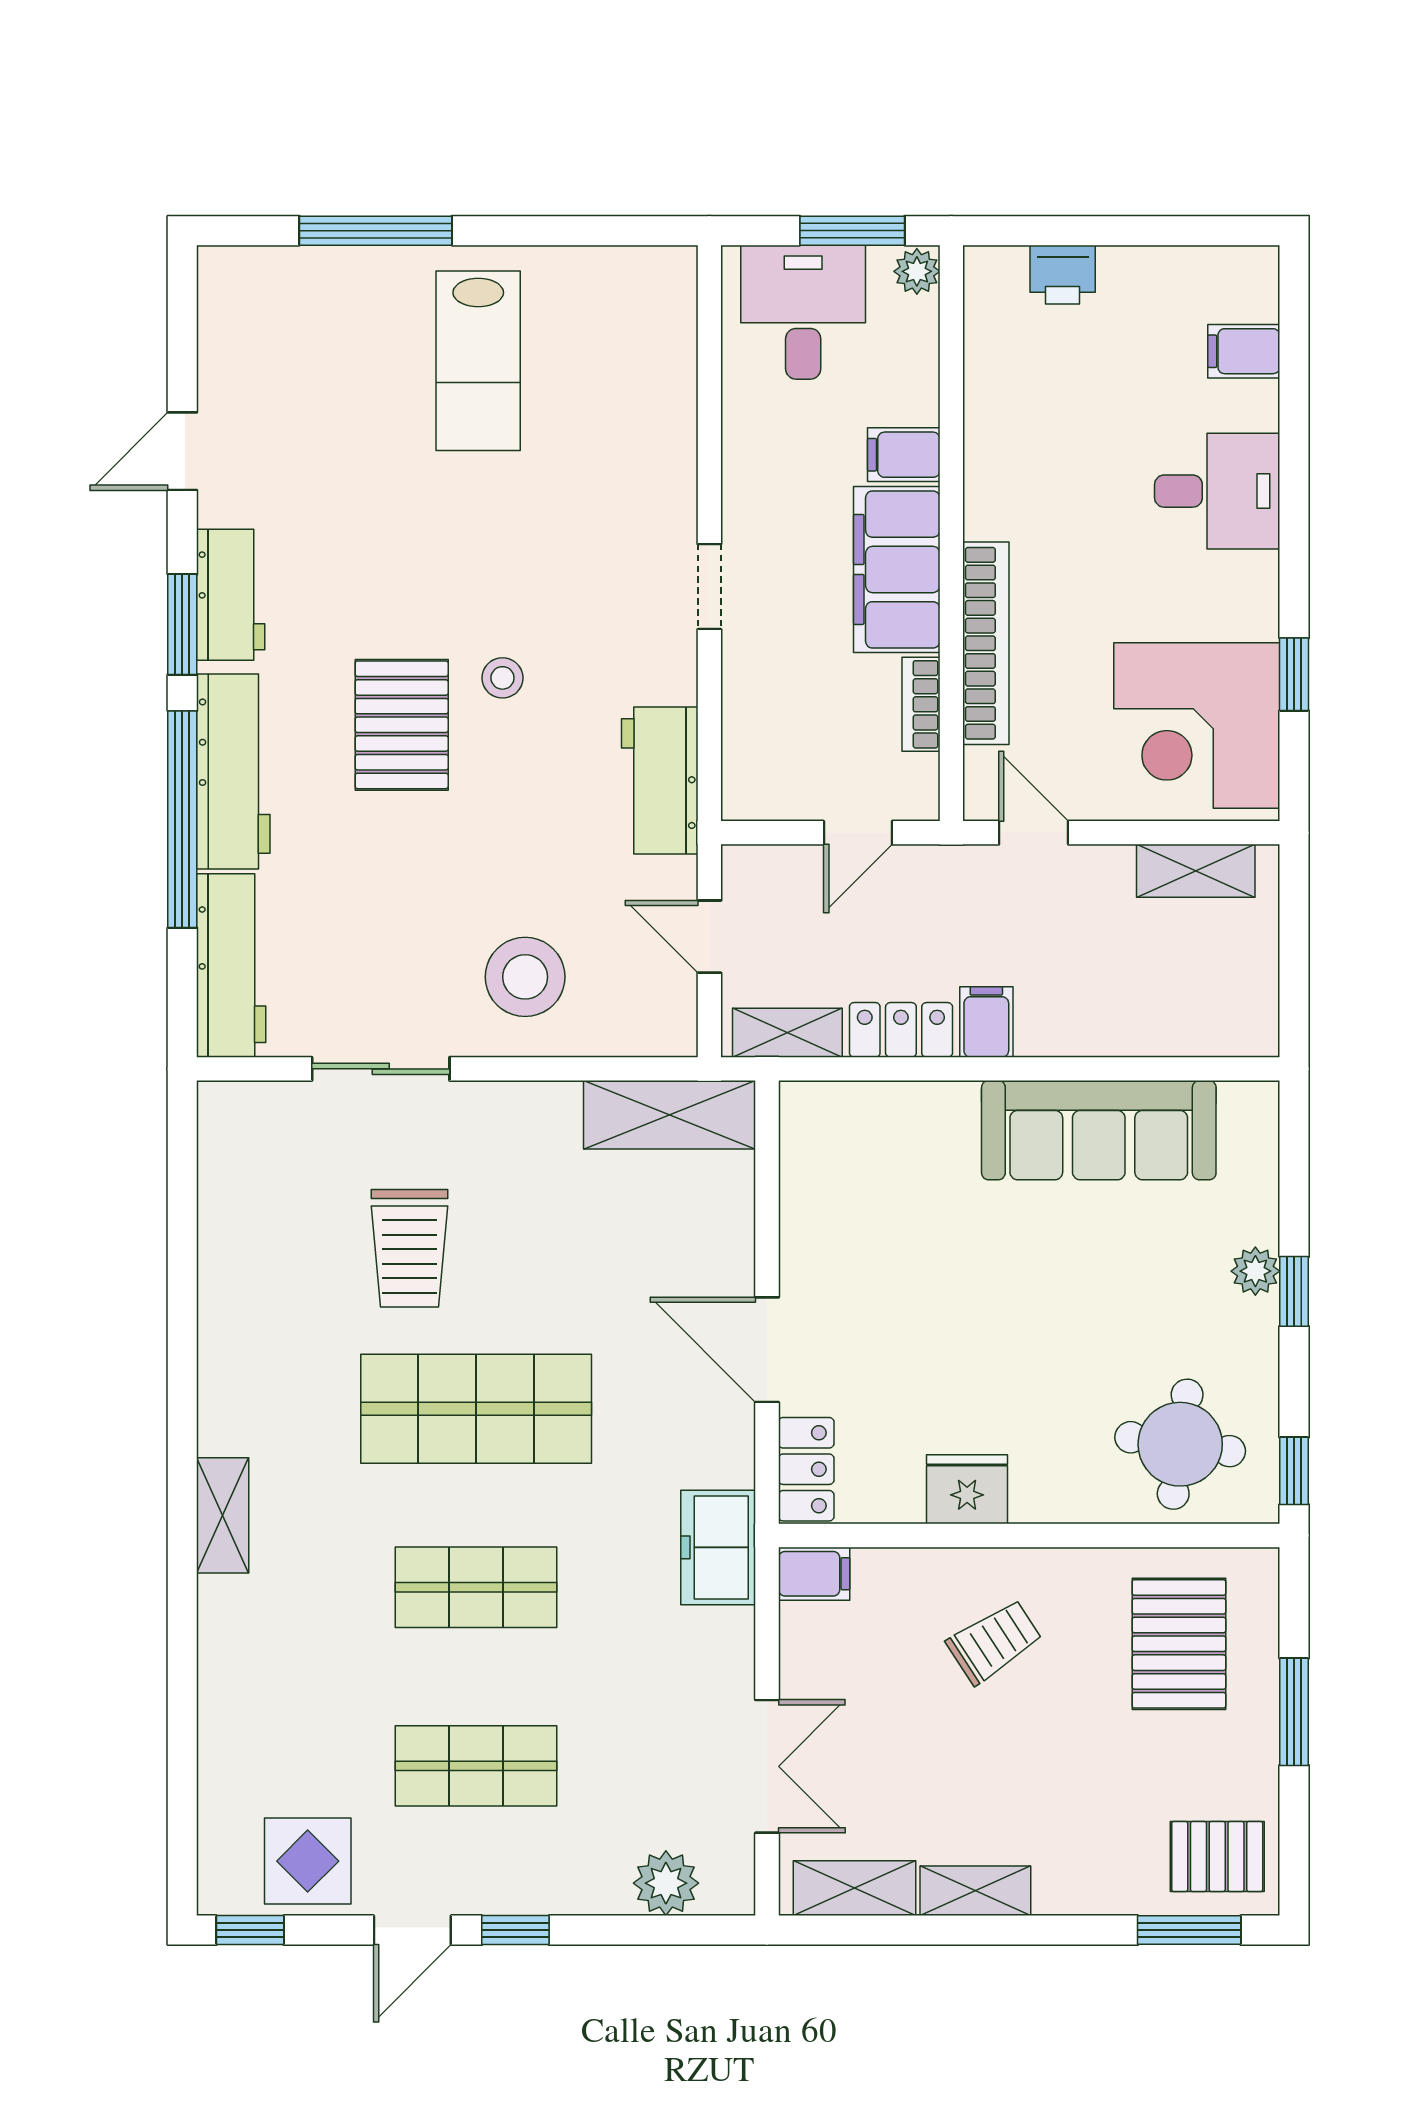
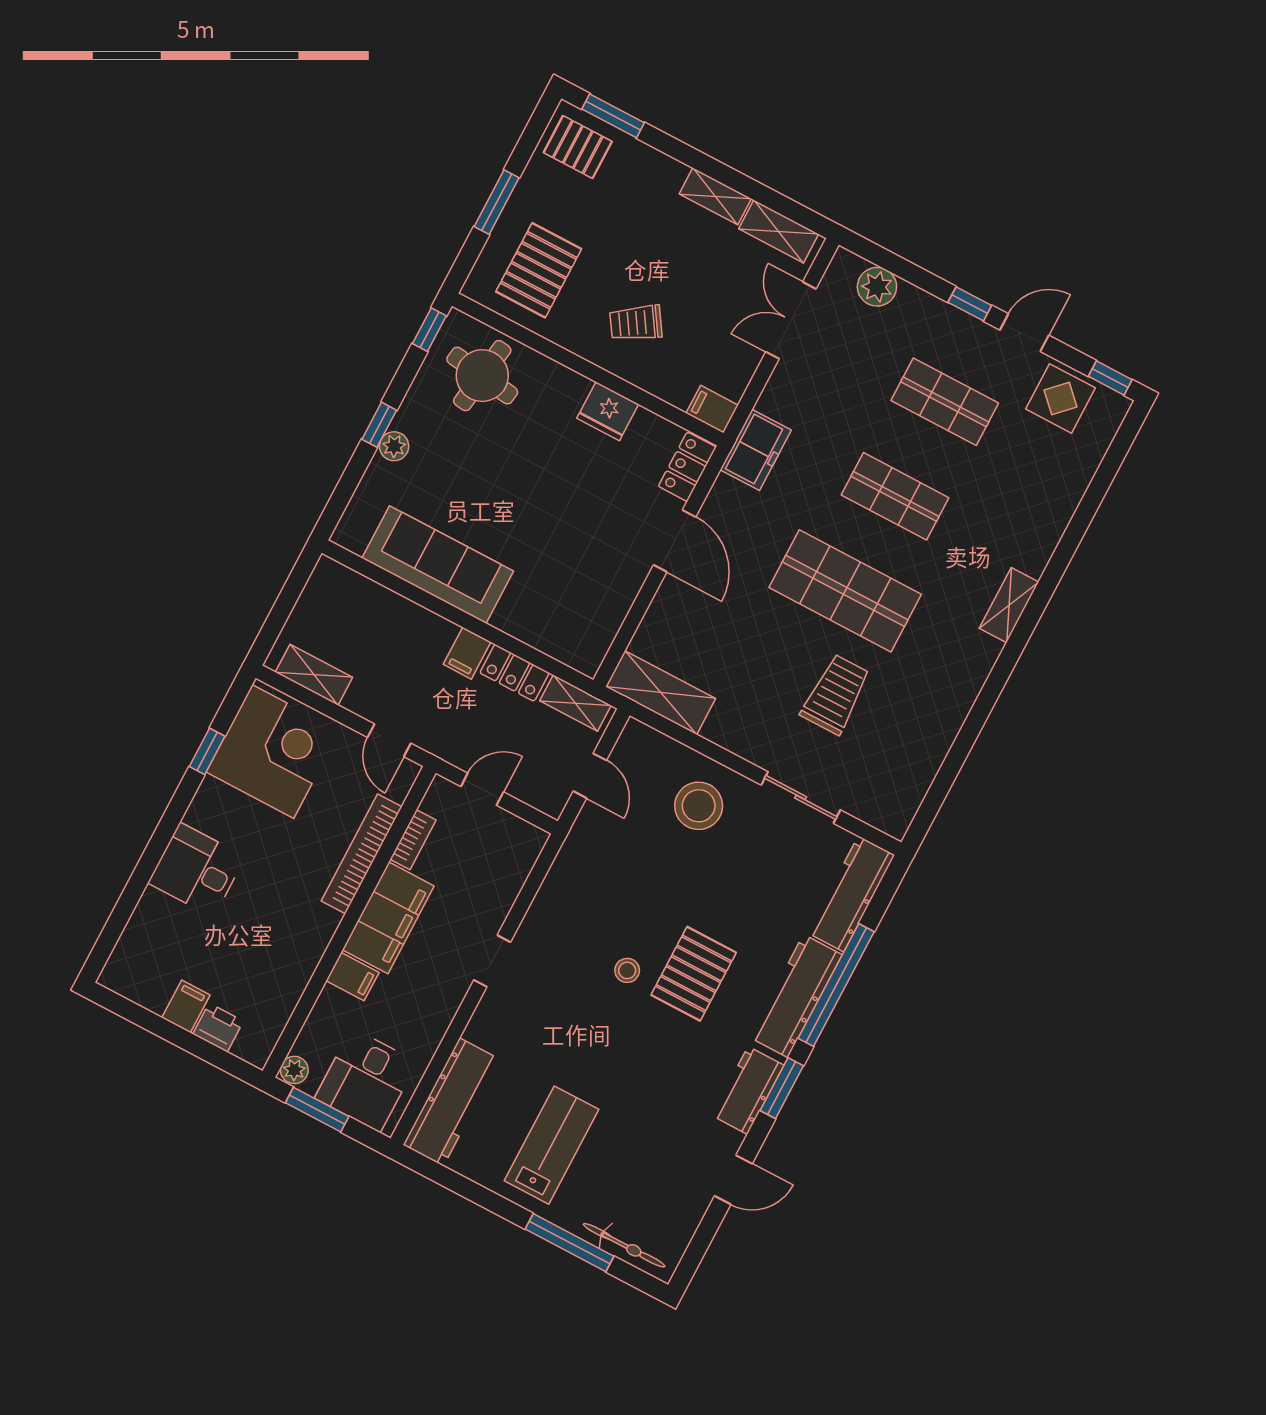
bicycle: (293, 269) -> (624, 1245), added
filing cabinet: (1244, 351) -> (186, 1006), moved, turned -90
workbench: (660, 780) -> (451, 1102), moved, width x1.38

